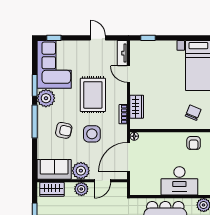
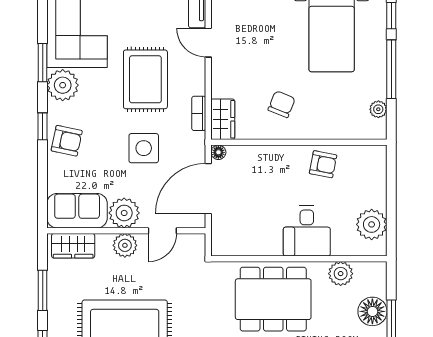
wardrobe: (137, 107) -> (223, 119), moved
chair: (193, 113) -> (282, 104), moved
window: (35, 122) -> (43, 126), width x0.46
armchair: (64, 130) -> (67, 141), moved
armchair: (194, 143) -> (323, 164), turned -79
desk: (179, 181) -> (307, 231), width x0.73

